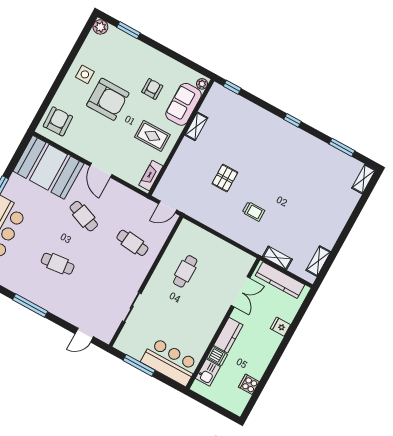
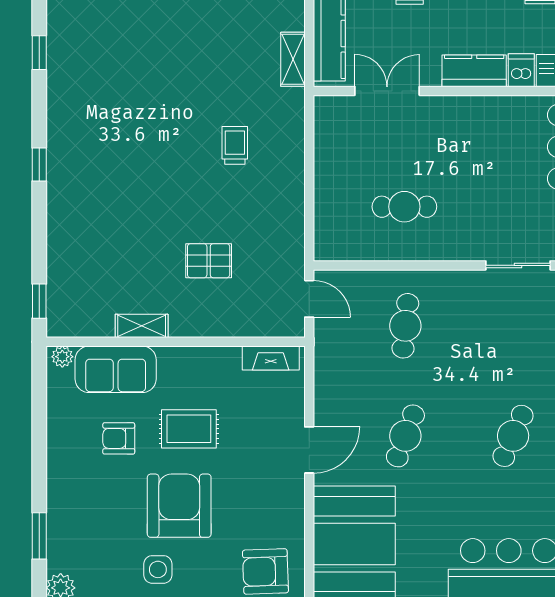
rug: (152, 136) -> (189, 429), moved, turned 90
window: (342, 147) -> (39, 53), width x0.67
pallet: (225, 178) -> (209, 261), moved
cafe table: (58, 264) -> (513, 436), turned 30

